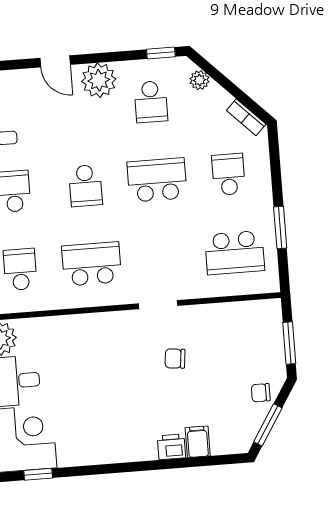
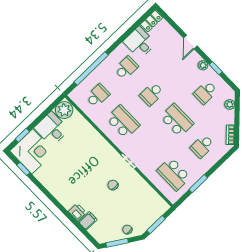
window: (161, 53) -> (216, 68), moved
plant: (99, 80) -> (203, 65), width x0.53, depth x0.53
school desk: (228, 174) -> (202, 146), turned 180

